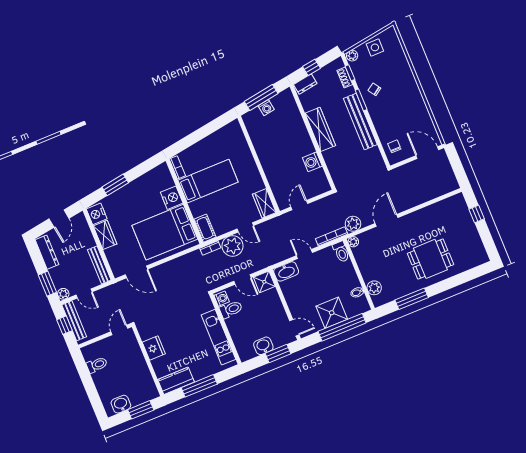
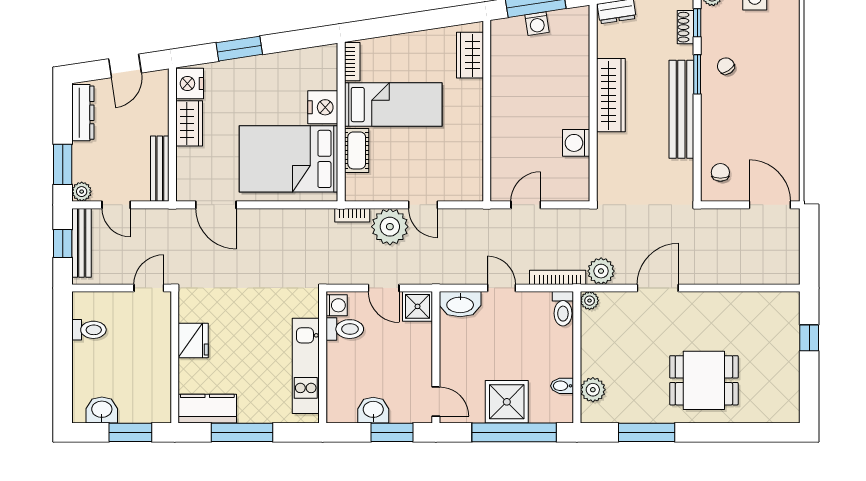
wardrobe: (264, 203) -> (470, 55), moved
cot: (205, 228) -> (357, 150), moved

